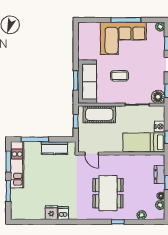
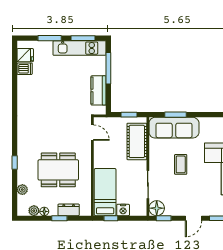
door: (92, 153) -> (92, 133), swing flipped
dining table: (108, 193) -> (58, 170), moved
fridge: (51, 213) -> (25, 55), moved
dishwasher: (63, 213) -> (25, 69), moved

